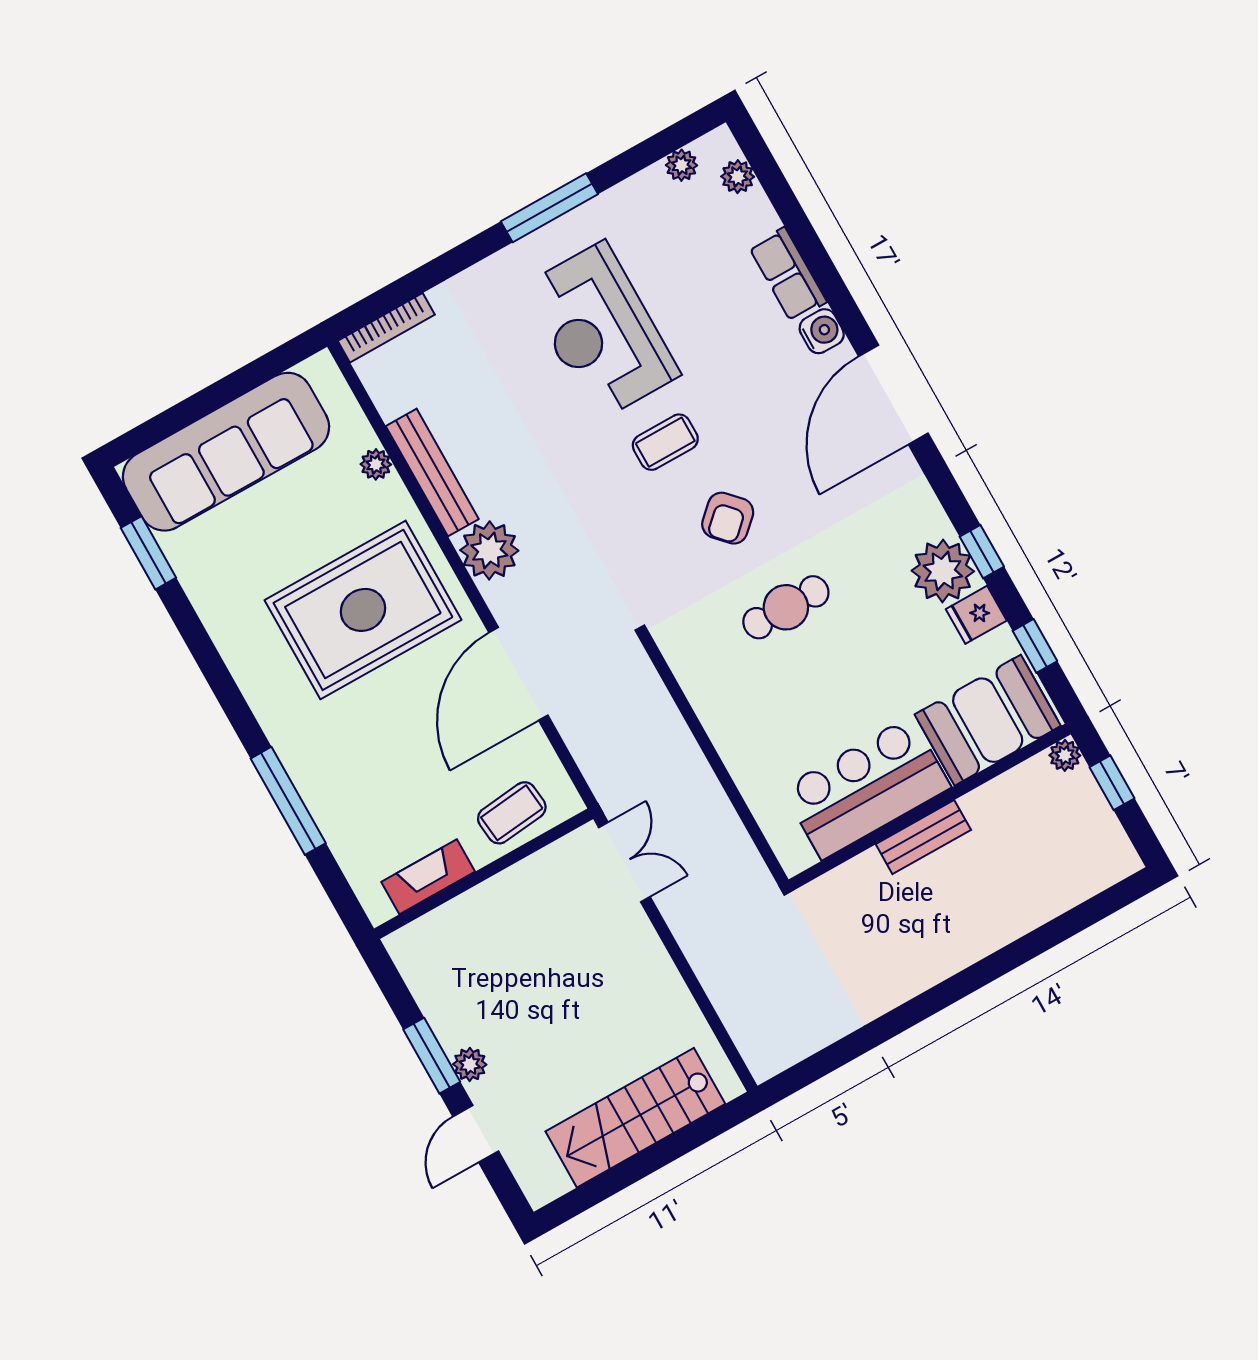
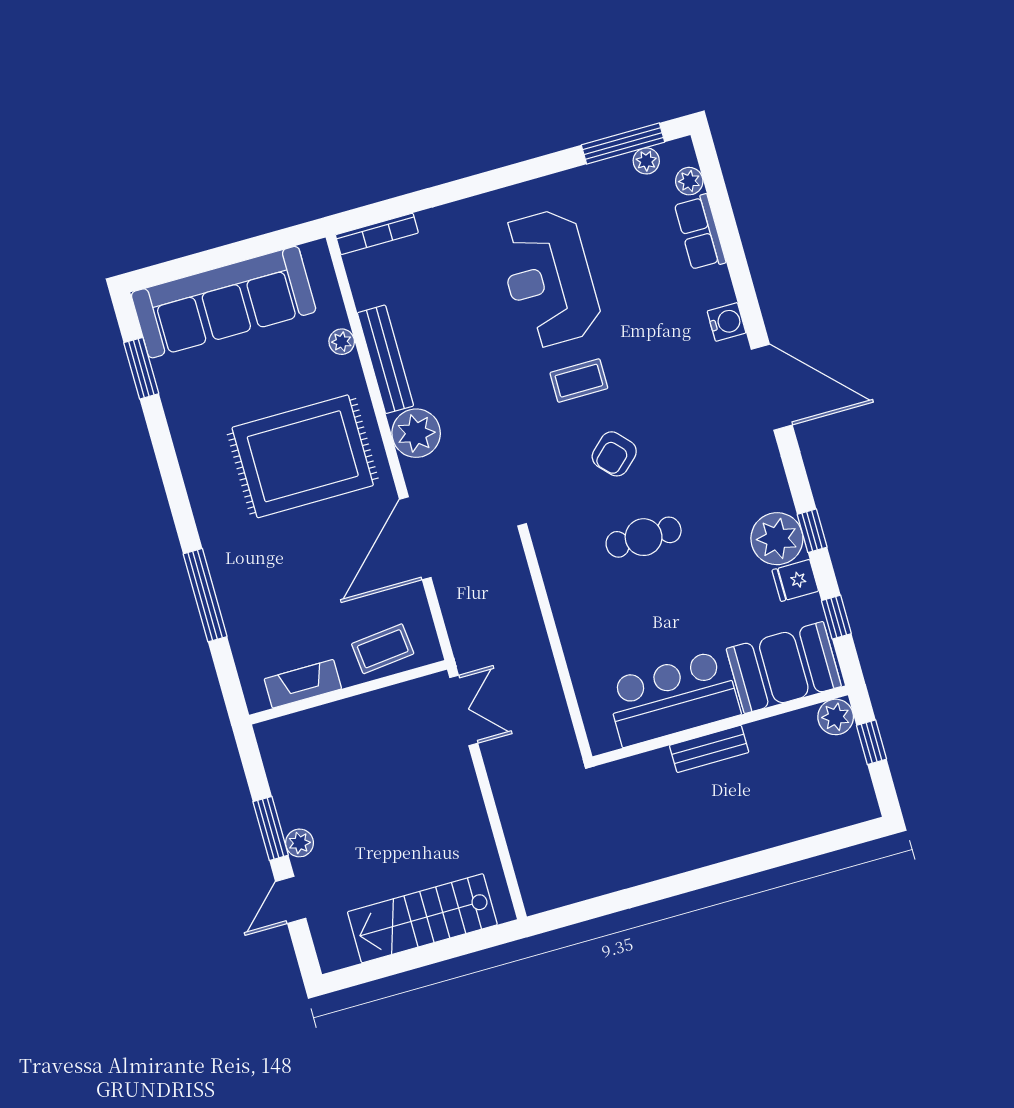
window: (549, 208) -> (623, 144), moved
row of seats: (788, 274) -> (700, 233), moved
door: (893, 395) -> (772, 387), swing flipped
plant: (1065, 755) -> (836, 717), width x1.38, depth x1.38

